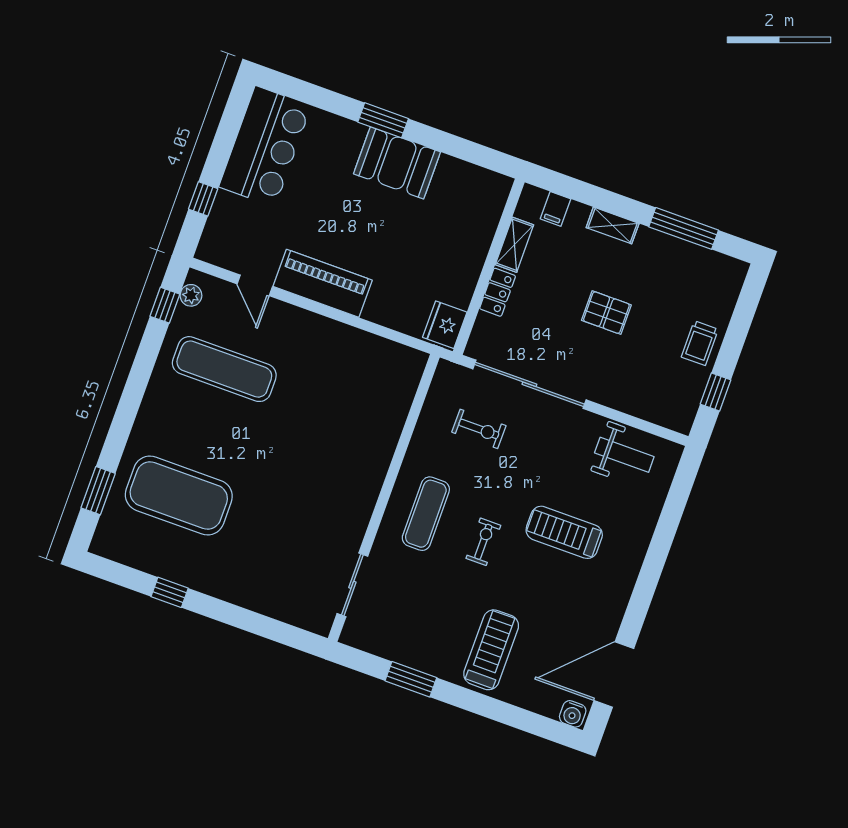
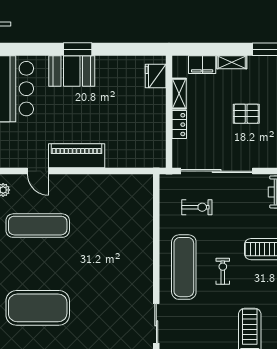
booth: (397, 163) -> (72, 71), moved
filing cabinet: (556, 209) -> (202, 65), width x2.00
fridge: (445, 325) -> (156, 76), moved
exercise mat: (426, 514) -> (184, 267), width x1.36, depth x1.45

